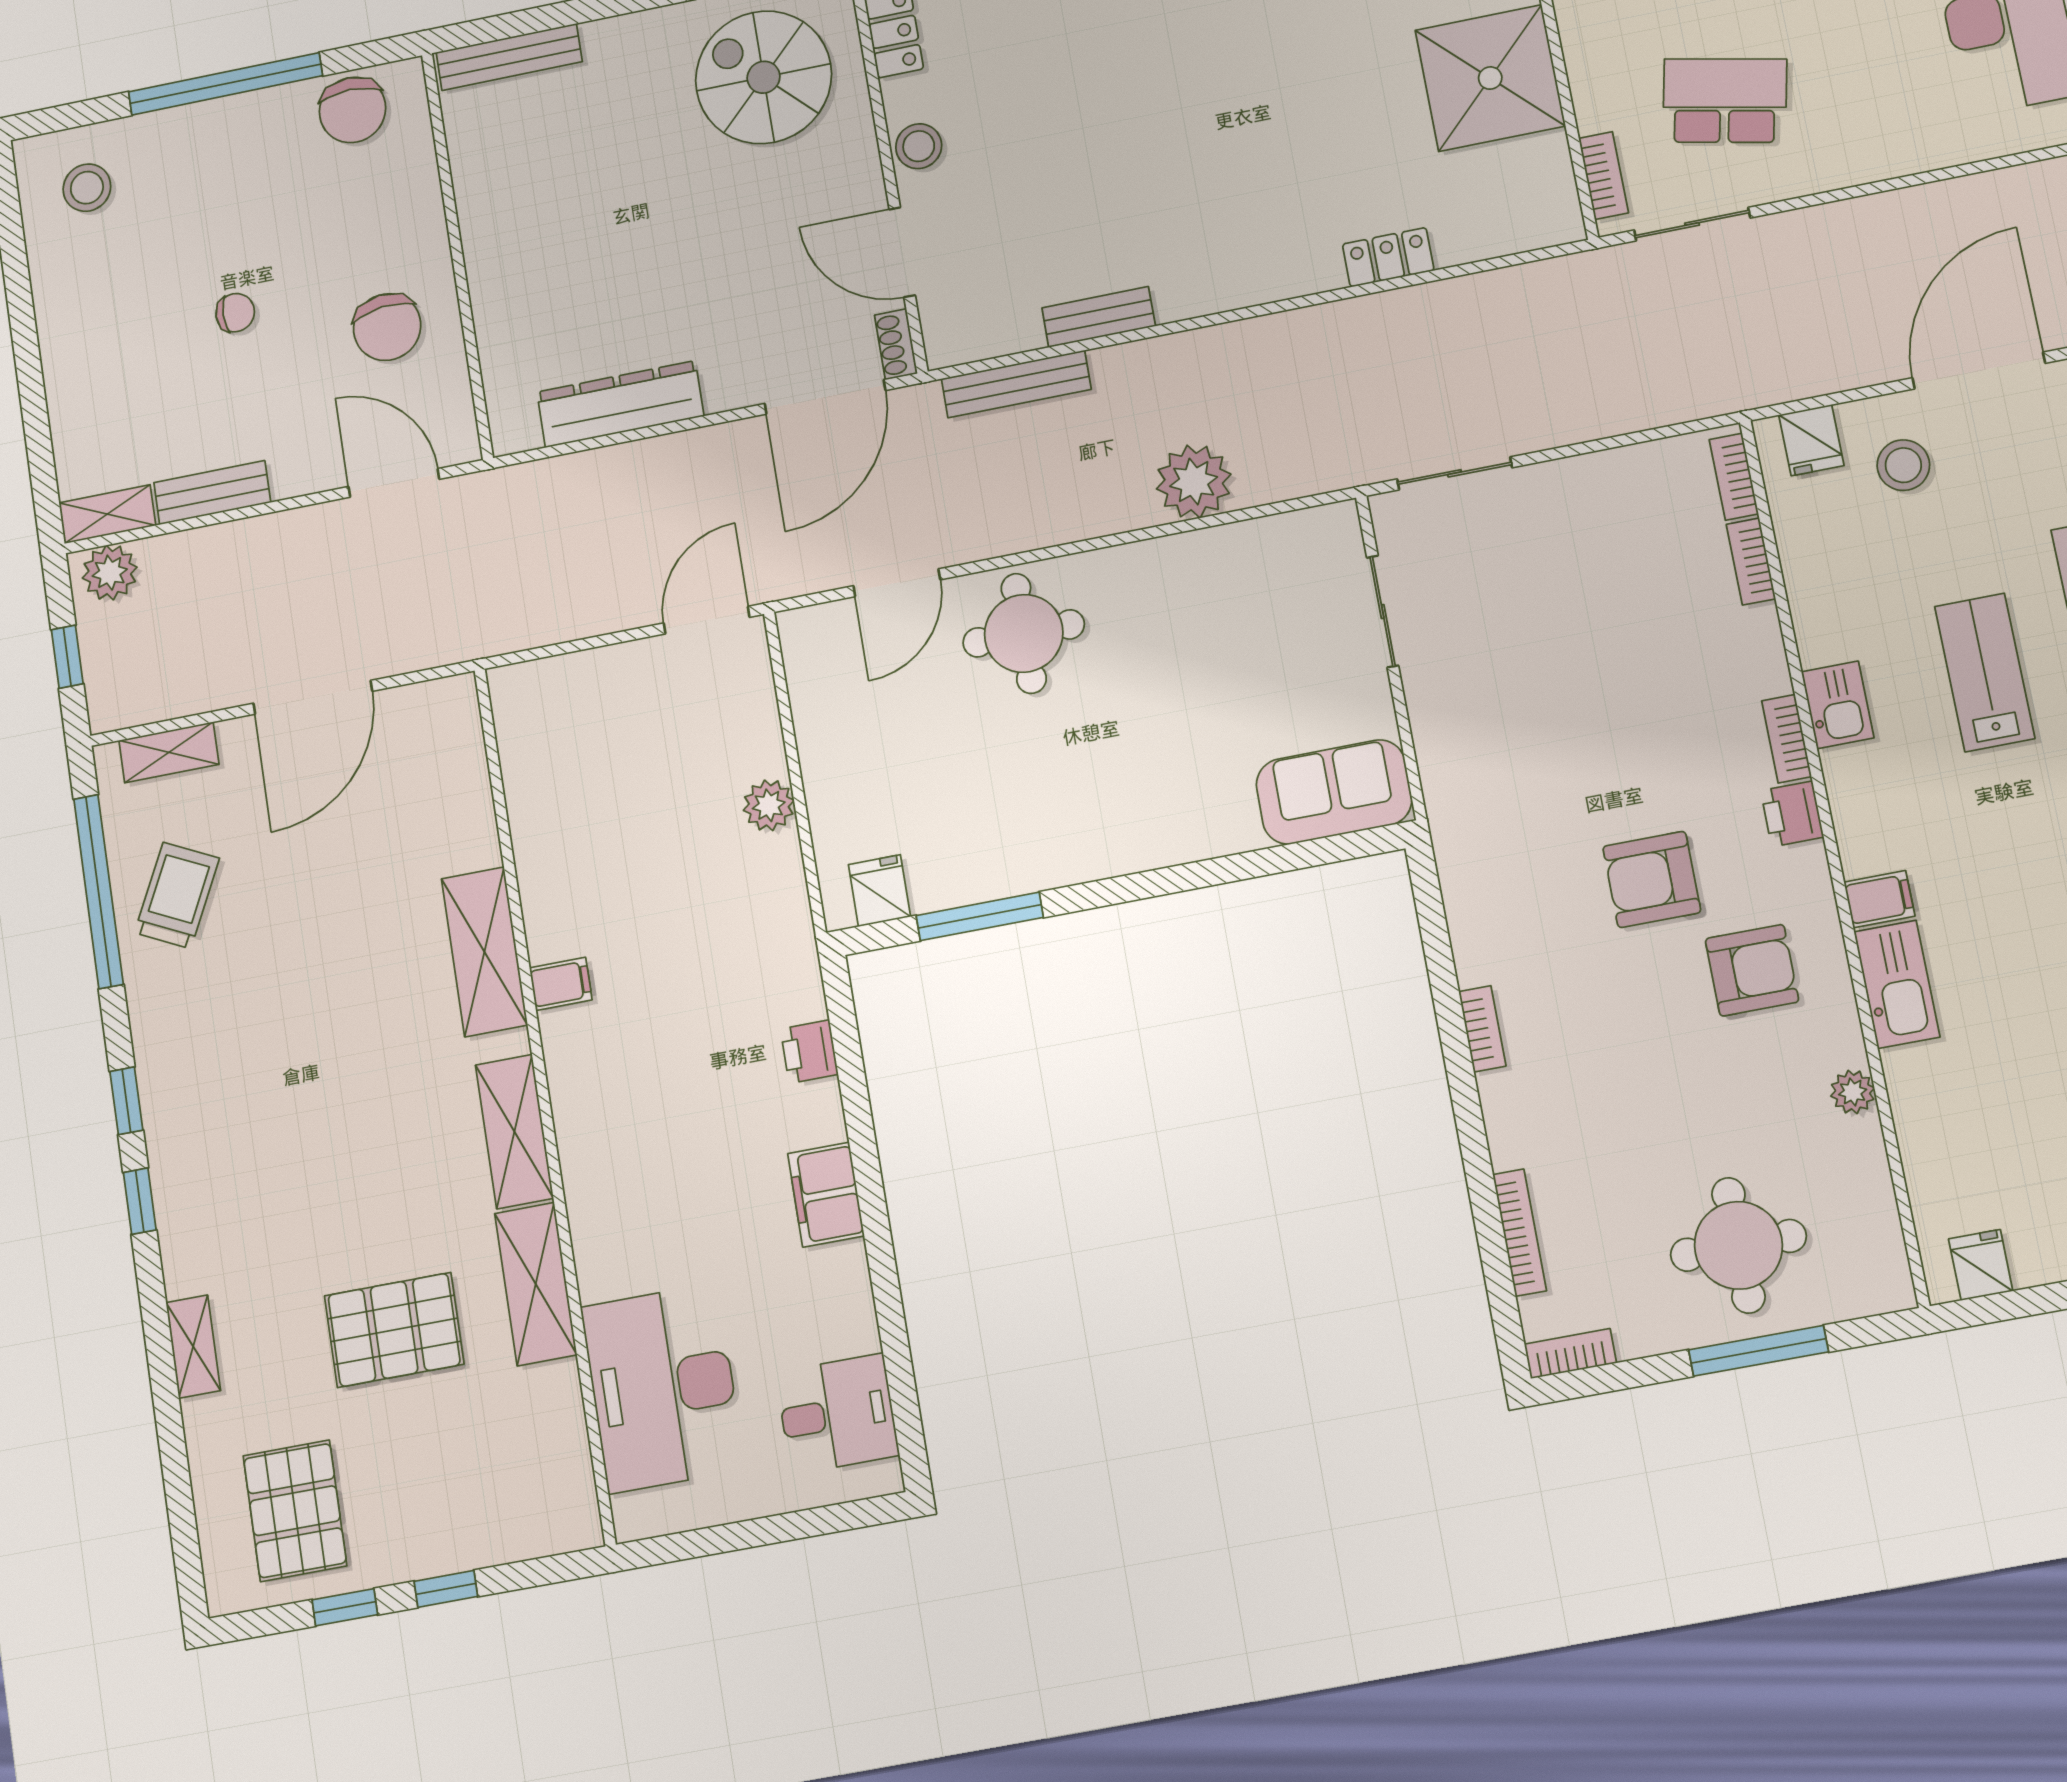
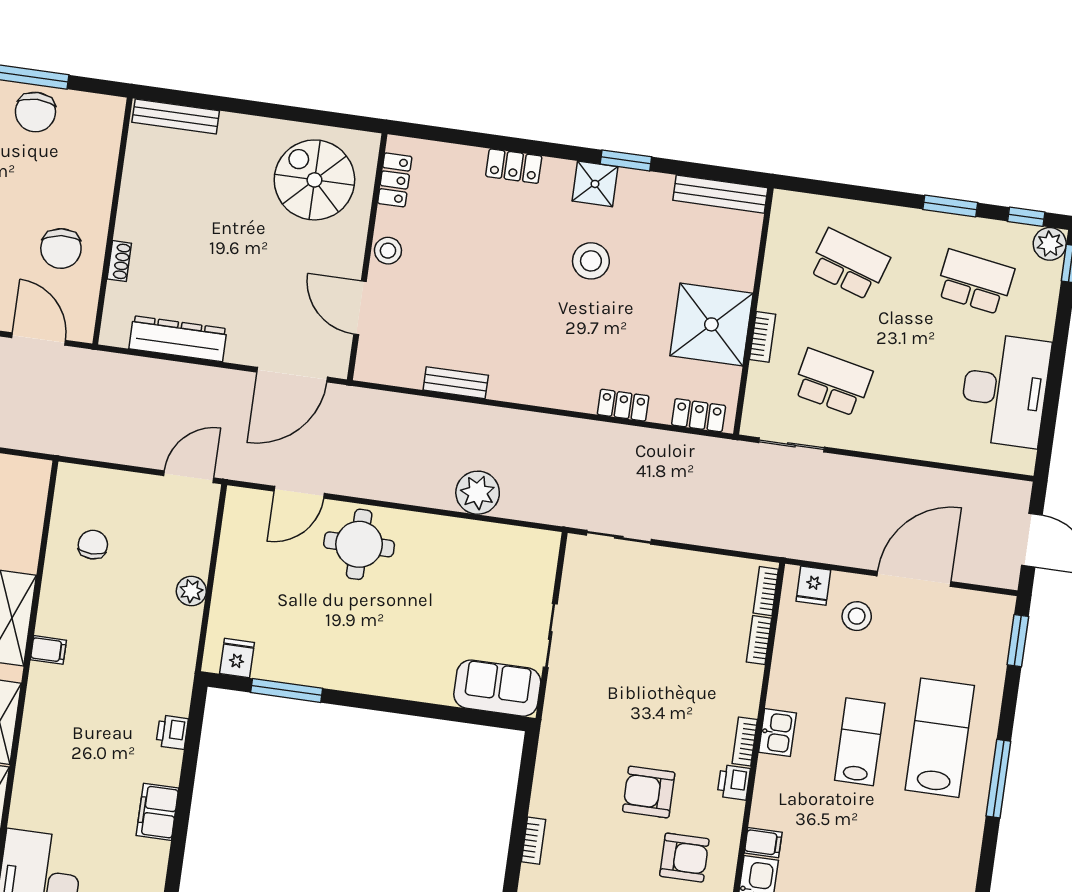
stool: (1257, 47) -> (591, 261), added
chair: (353, 110) -> (35, 112), moved
bookcase: (1604, 176) -> (763, 337), moved
locker: (1520, 230) -> (699, 415), added
shoe rack: (896, 344) -> (119, 261), moved, turned 180
bench: (1016, 384) -> (399, 404), removed
sliding door: (1383, 611) -> (550, 636), moved
chair: (582, 785) -> (93, 545), added

